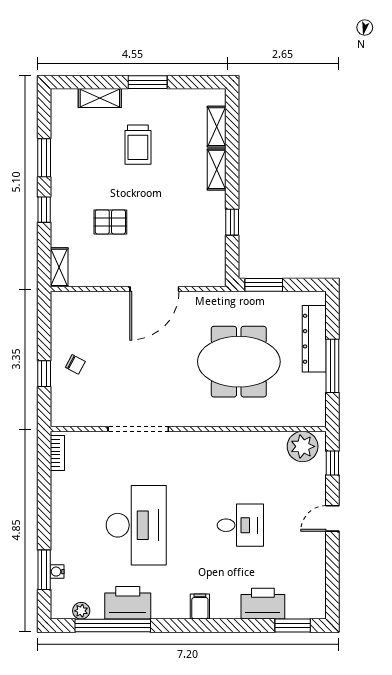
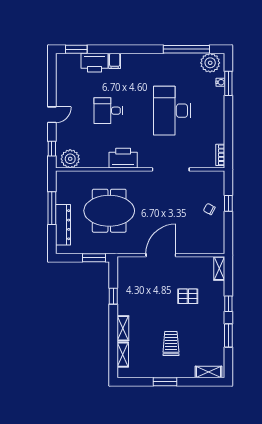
shelving: (100, 98) -> (209, 372), moved
printer: (128, 603) -> (123, 158), moved, turned 180
filing cabinet: (200, 607) -> (115, 61), moved
plant: (81, 611) -> (210, 63), width x1.88, depth x1.88

